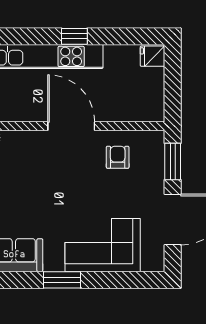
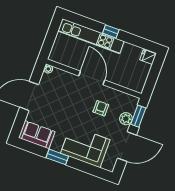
armchair: (118, 157) -> (101, 108), moved
plant: (154, 173) -> (126, 119), added

